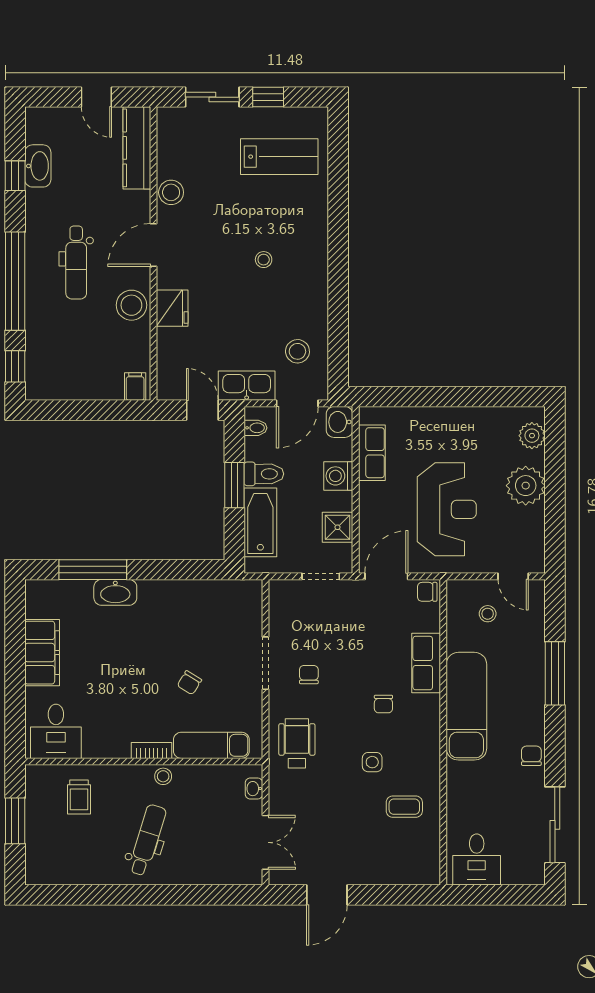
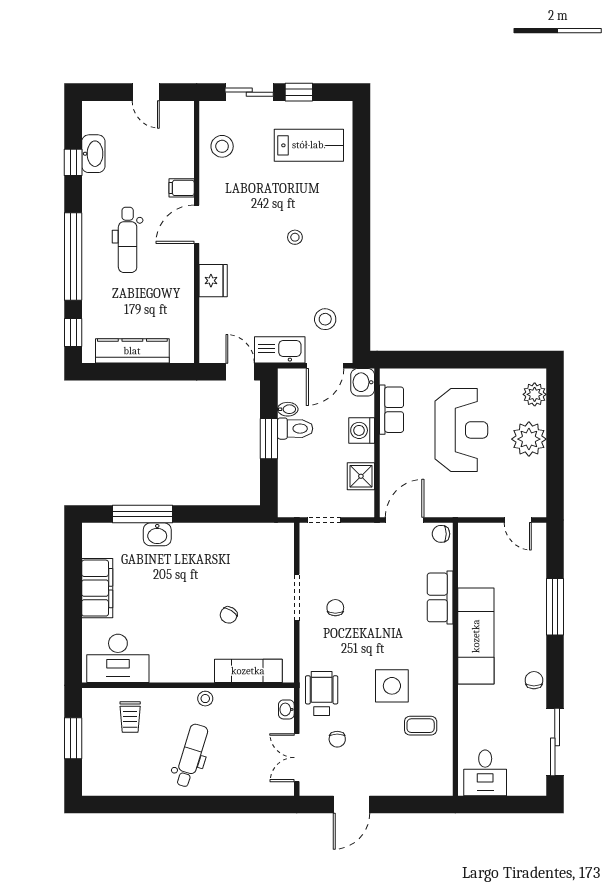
kitchen counter: (137, 148) -> (132, 351), moved, turned 90
stool: (171, 192) -> (222, 146), moved
stool: (131, 305) -> (177, 278), removed
filing cabinet: (135, 387) -> (182, 188), moved, turned -90
bidet: (256, 428) -> (288, 409), moved
reception desk: (447, 509) -> (461, 430), moved
bathtub: (260, 522) -> (292, 472), removed
doorway: (321, 576) -> (324, 520), moved
washbasin: (115, 592) -> (157, 534), width x0.72
stool: (488, 614) -> (495, 553), removed
chair: (383, 704) -> (337, 739), moved
desk: (56, 731) -> (118, 658), width x1.37
wheelchair: (297, 743) -> (322, 693), moved
bookcase: (151, 750) -> (195, 676), removed
side table: (372, 762) -> (392, 686), width x1.87, depth x1.87
double door: (266, 842) -> (297, 758), swing flipped

